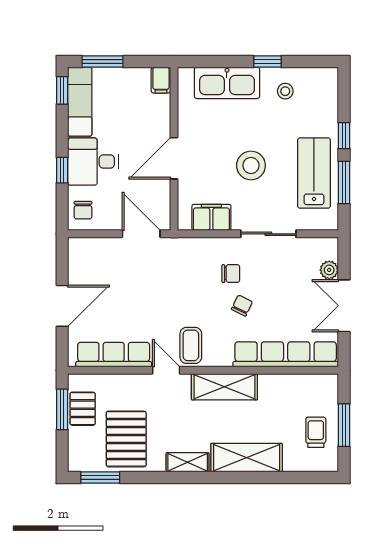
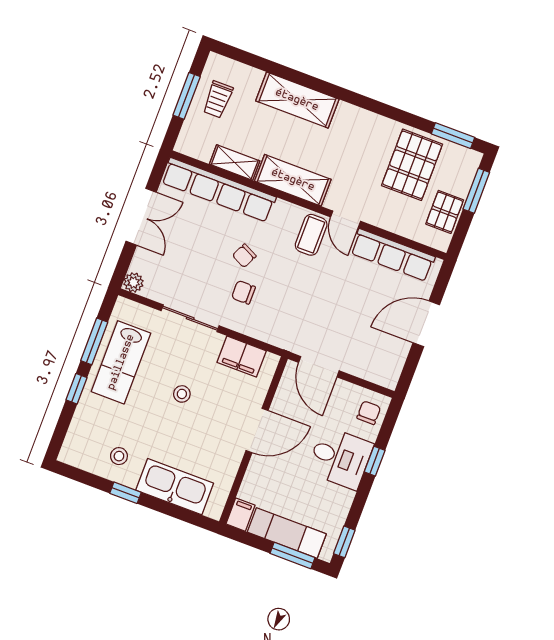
exam couch: (80, 102) -> (287, 533), moved, turned 90
stool: (251, 165) -> (182, 394), width x0.53, depth x0.53
plant: (329, 270) -> (134, 282), moved
window: (62, 409) -> (476, 191), moved
shelving: (188, 462) -> (235, 162), moved

